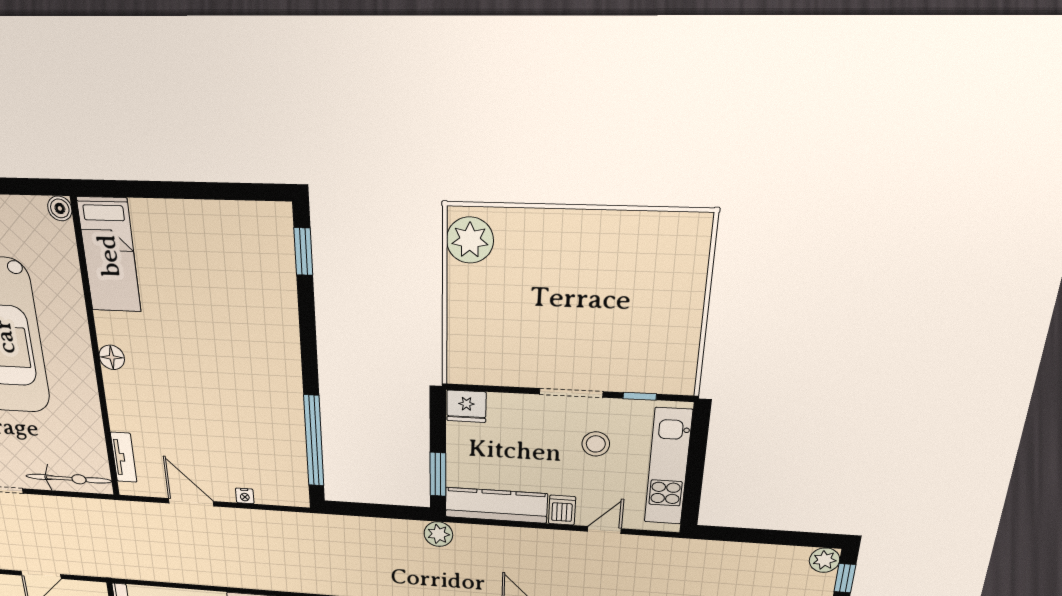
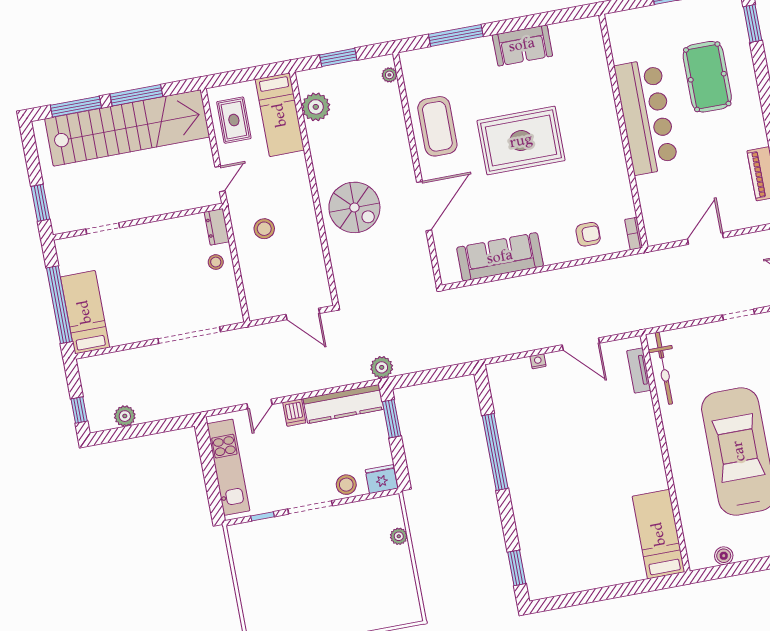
boiler: (60, 208) -> (724, 556), moved
plant: (470, 240) -> (399, 536), moved, width x0.53, depth x0.53
floor lamp: (112, 357) -> (653, 454), removed
window: (314, 441) -> (495, 452), moved
stool: (596, 444) -> (346, 485), moved
bicycle: (69, 479) -> (664, 368), moved, turned -90
plant: (825, 560) -> (125, 416), moved

